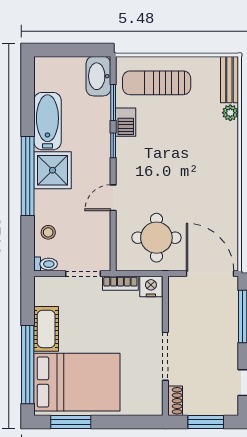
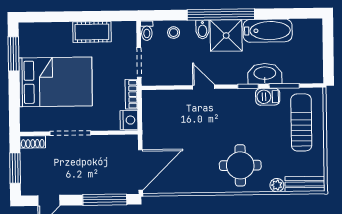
washbasin: (98, 76) -> (265, 74), moved
bidet: (45, 198) -> (203, 30), added
round table: (156, 238) -> (240, 165), moved
window: (28, 365) -> (62, 17), removed
bed: (77, 382) -> (56, 82), moved, turned -90

